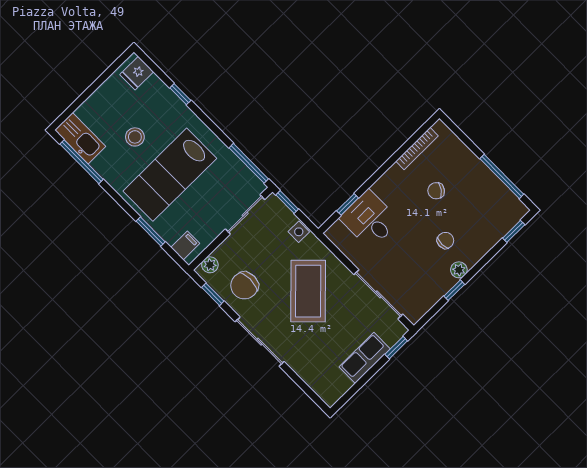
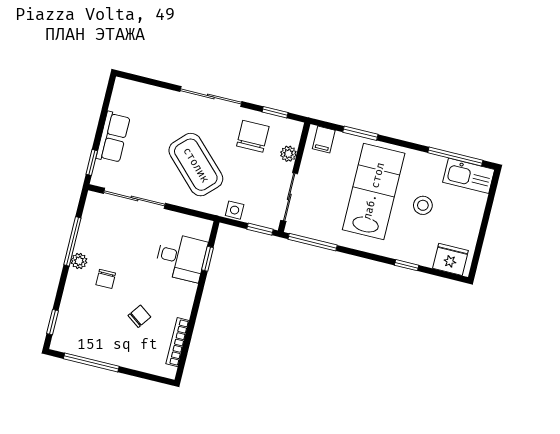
fridge: (137, 73) -> (450, 259), width x1.38
plant: (210, 265) -> (288, 154), moved
window: (454, 290) -> (72, 241), width x2.17

